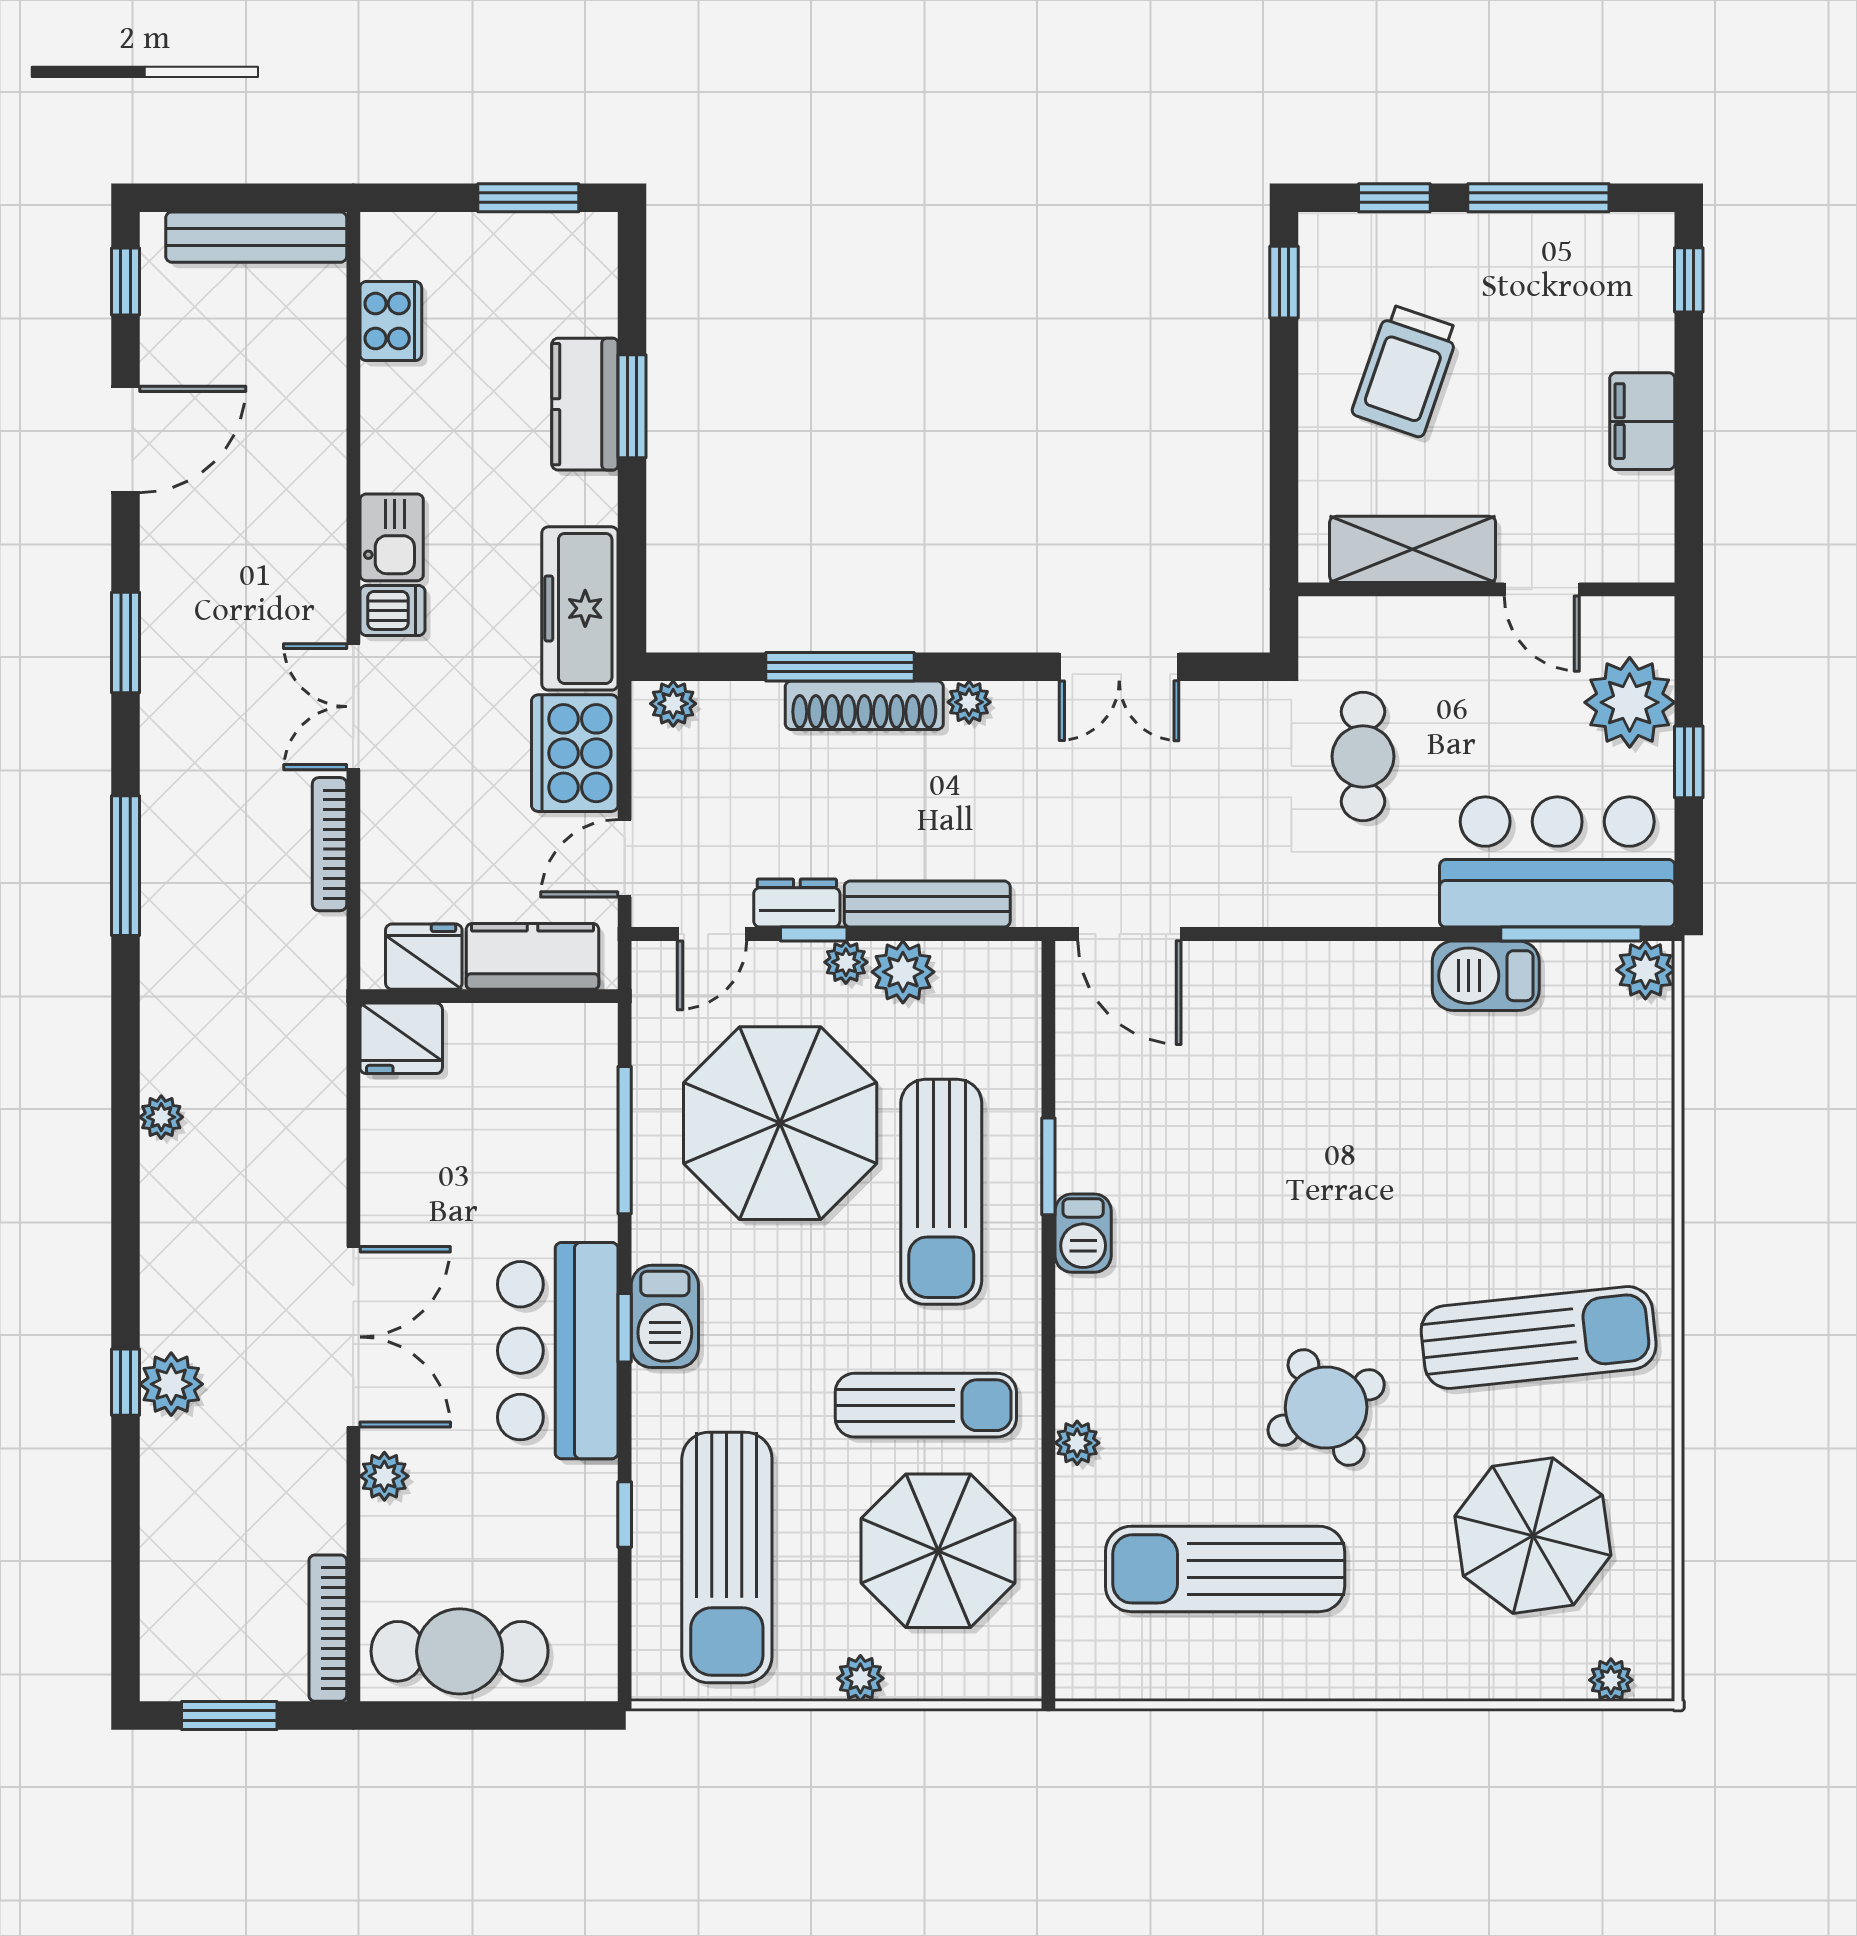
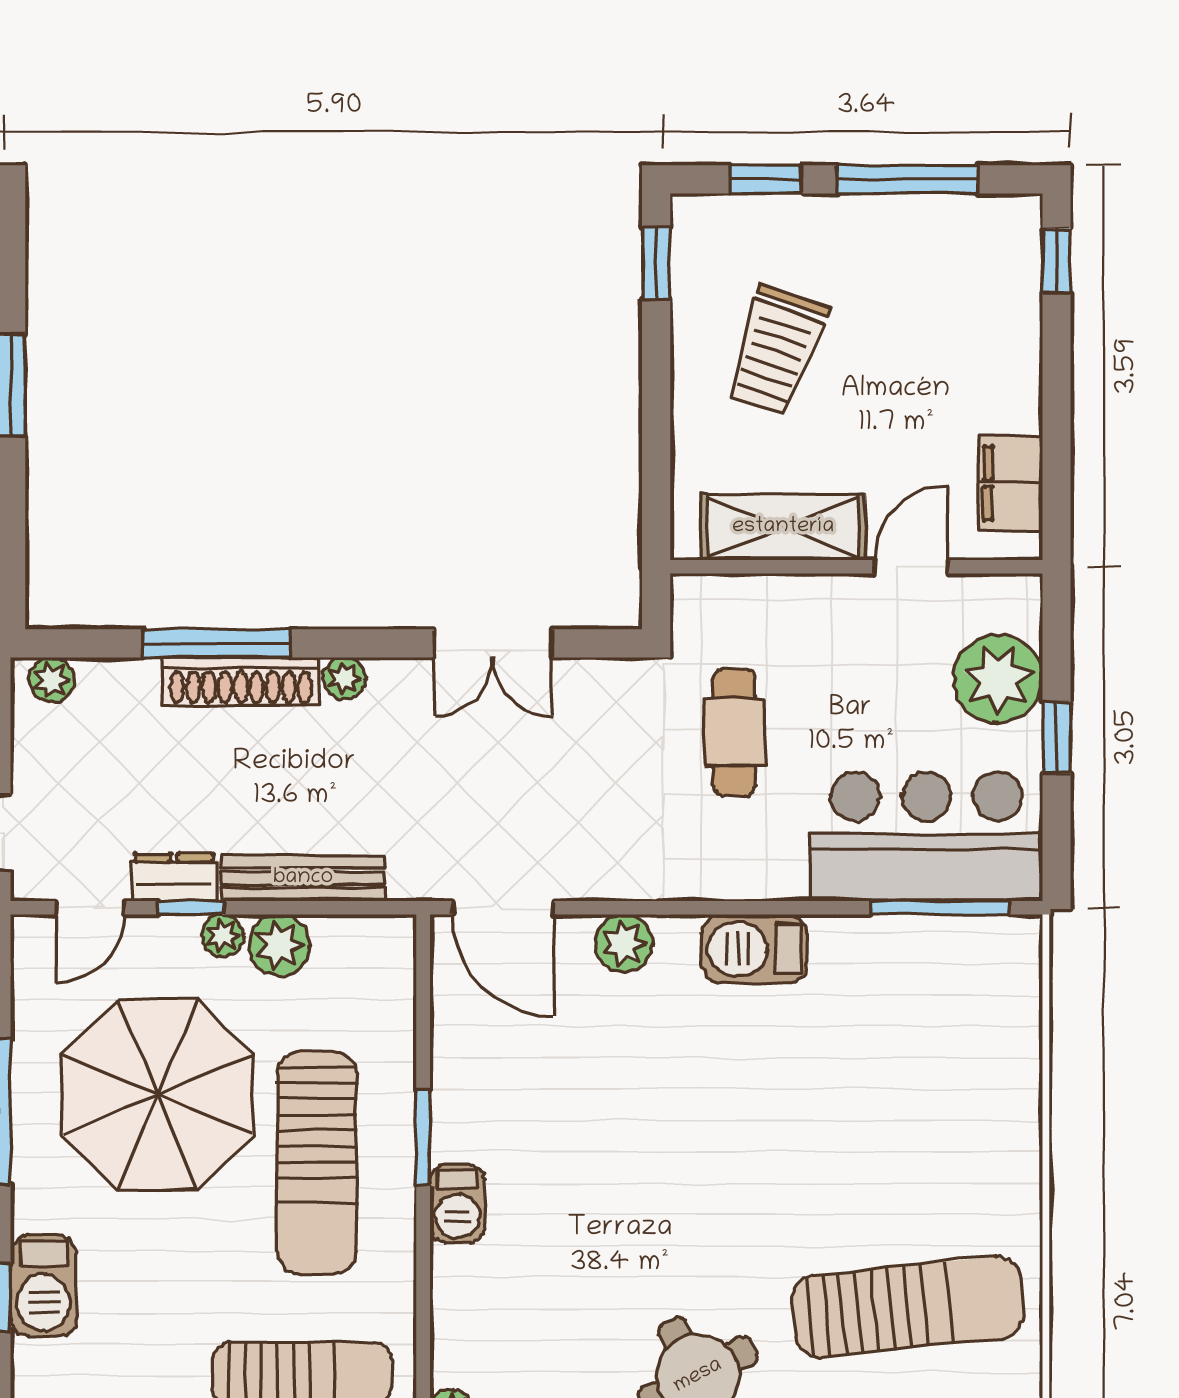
filing cabinet: (1642, 421) -> (1010, 483), moved
door: (1542, 589) -> (911, 567), swing flipped
plant: (1645, 970) -> (624, 943), moved
barbecue: (1486, 976) -> (755, 949), moved

